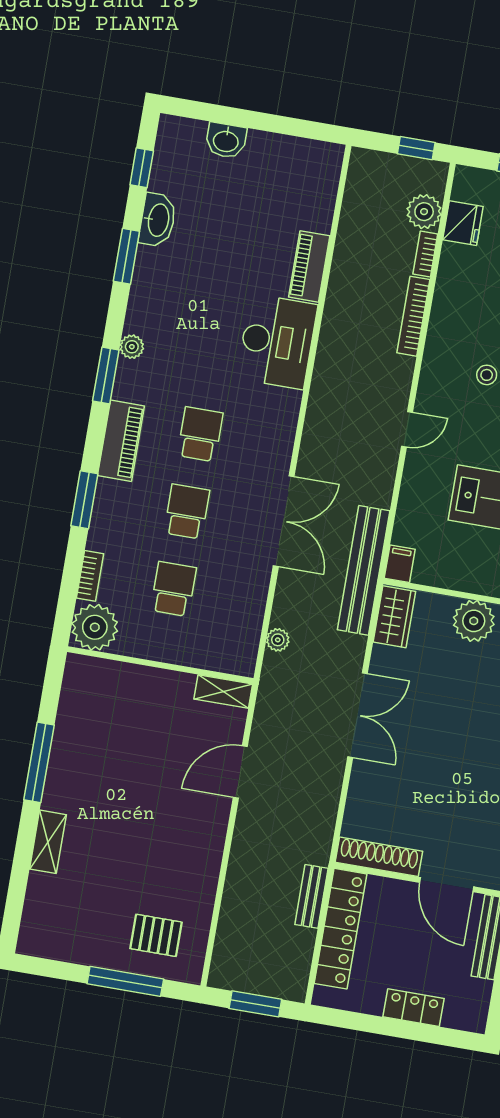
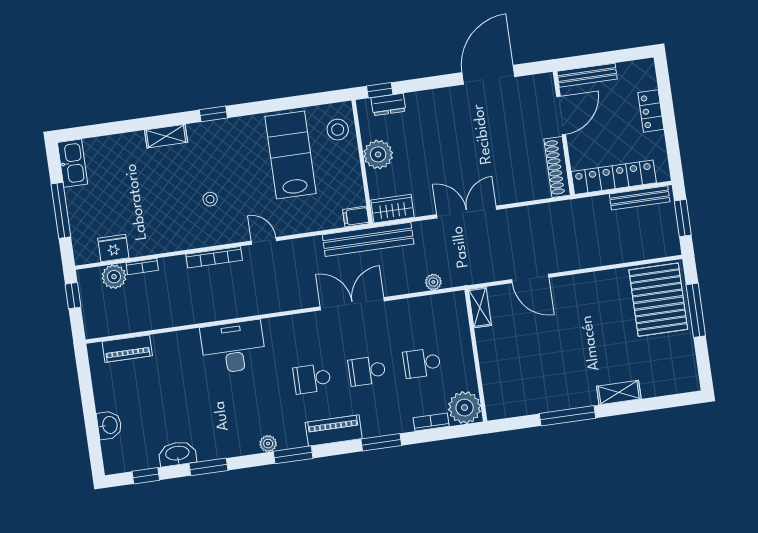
piano: (309, 266) -> (127, 349), moved
bookcase: (413, 316) -> (214, 257), moved
bench: (311, 896) -> (640, 198), moved, width x1.36
pallet: (156, 935) -> (658, 300), width x2.05, depth x2.00

